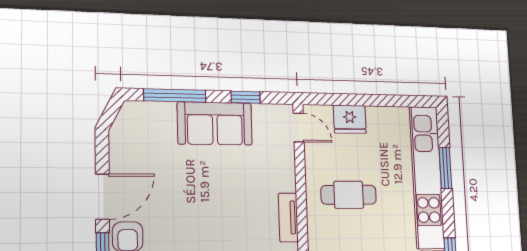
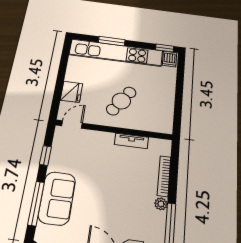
sofa: (215, 123) -> (57, 198), moved
cafe table: (349, 195) -> (121, 101), turned 34

